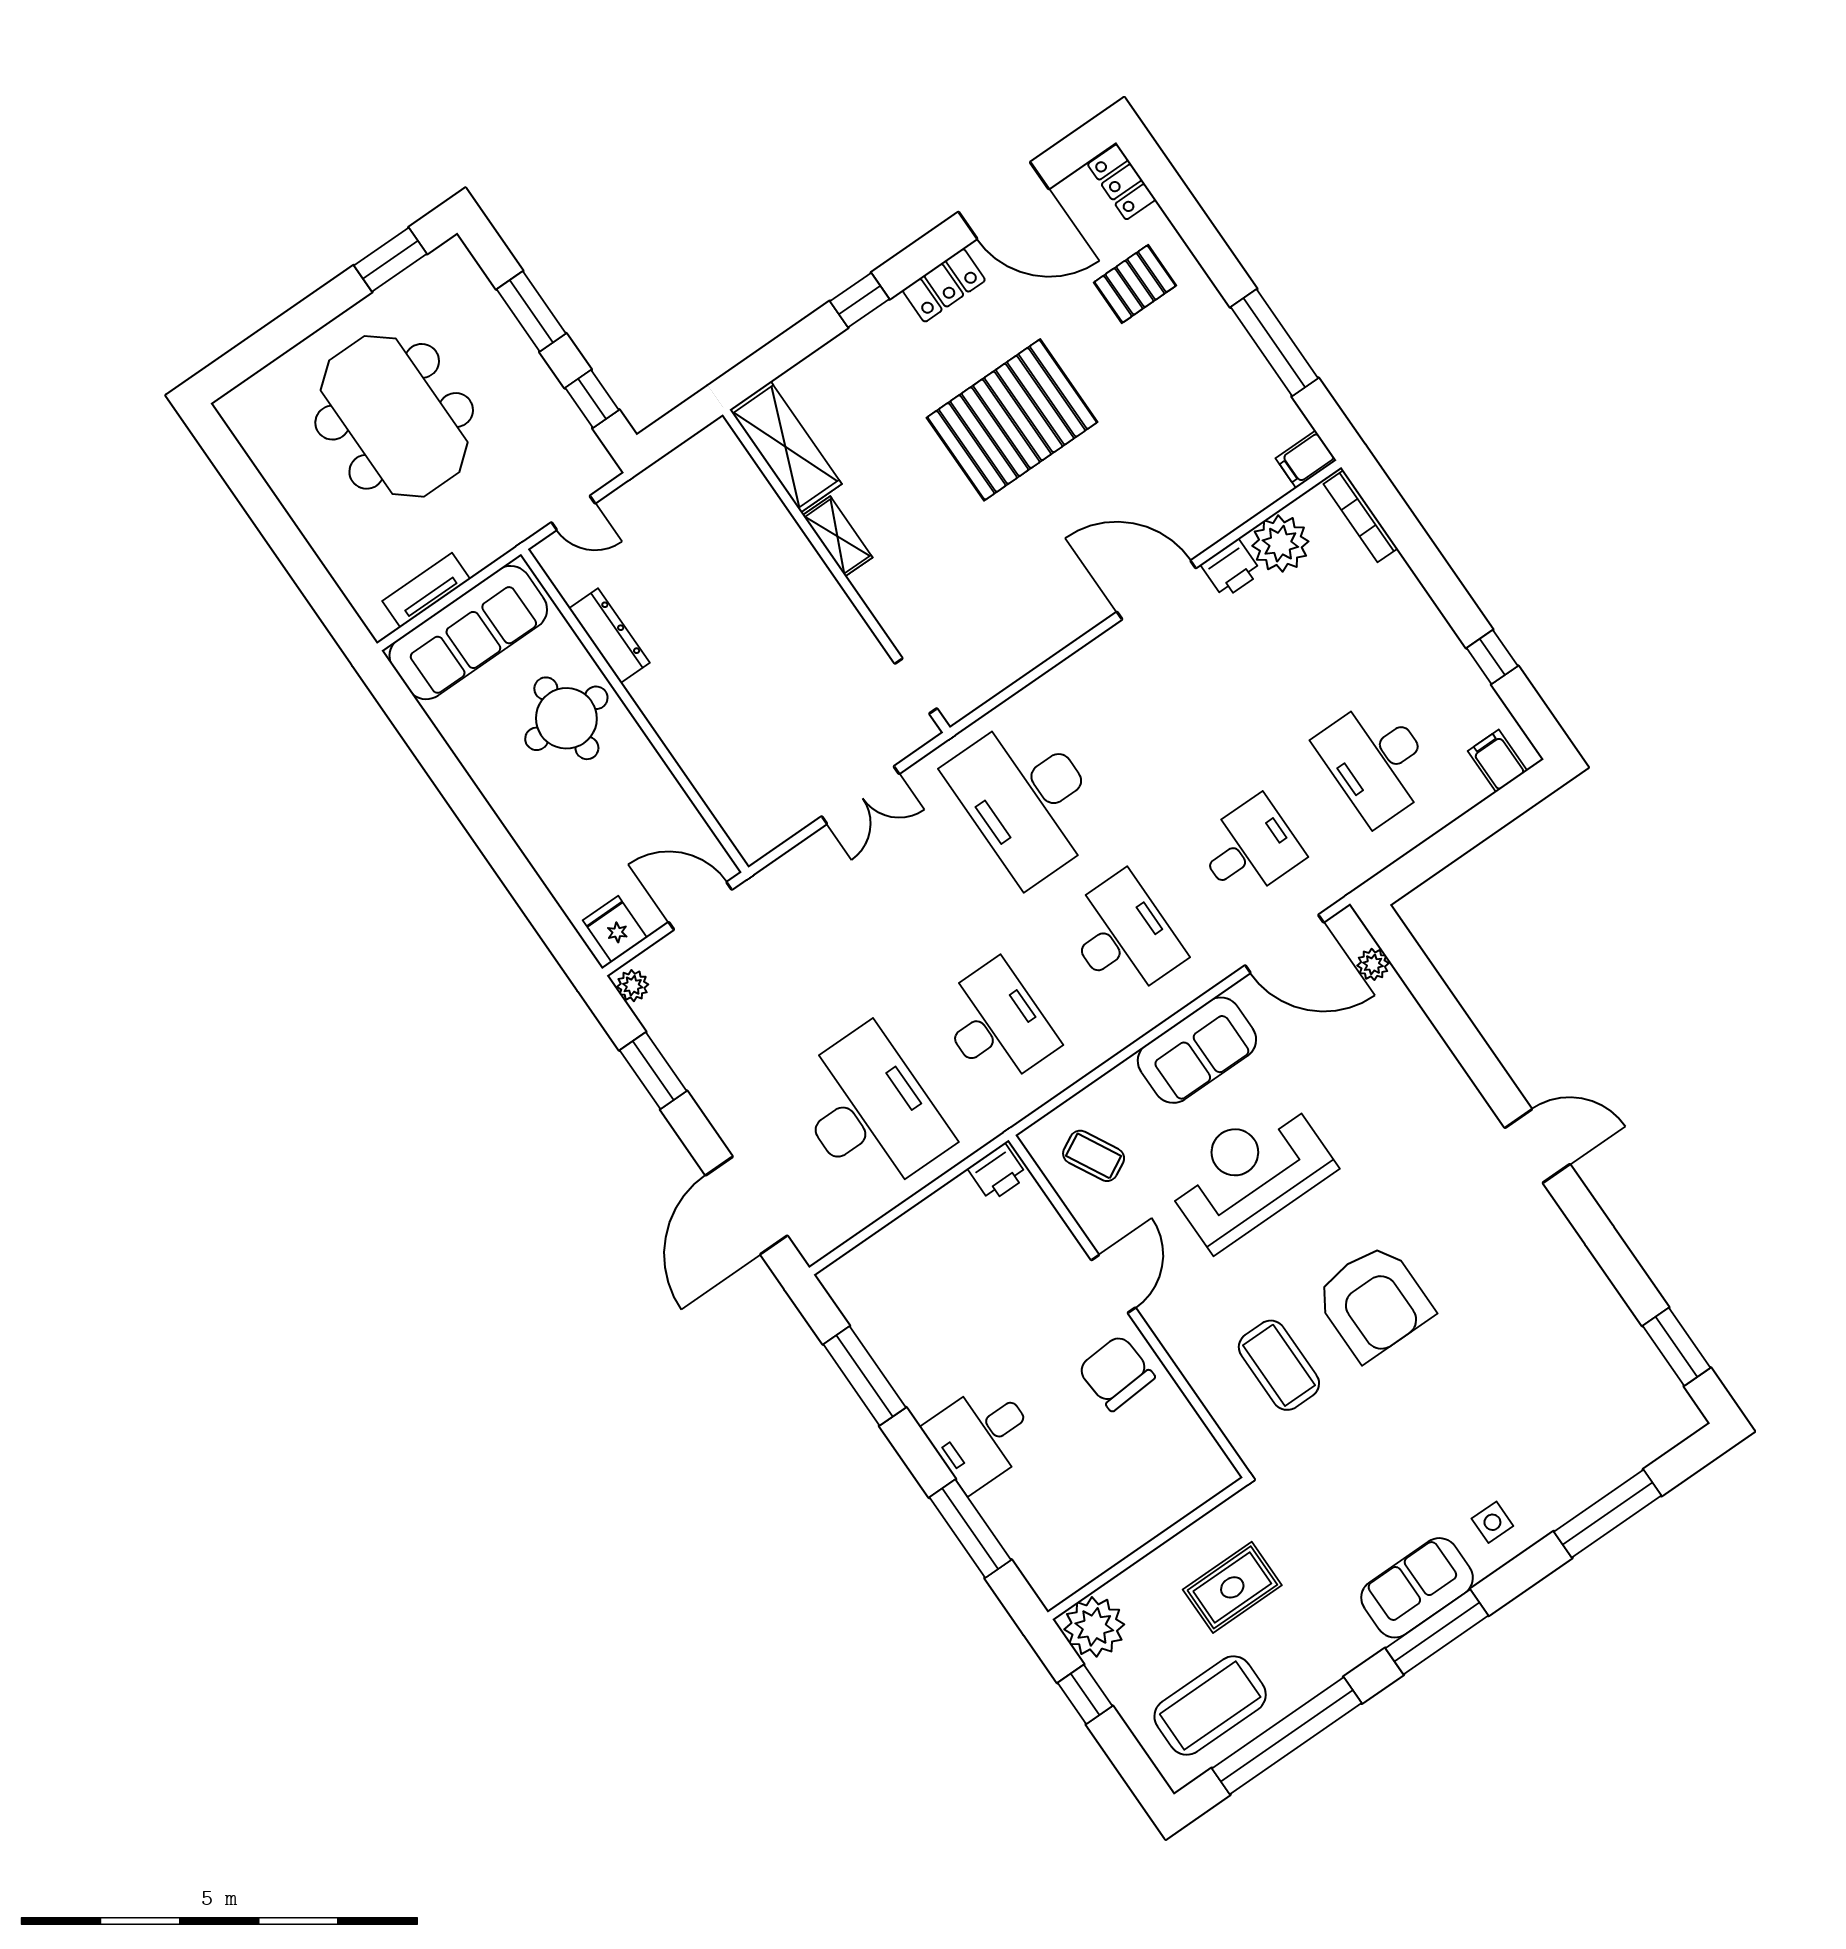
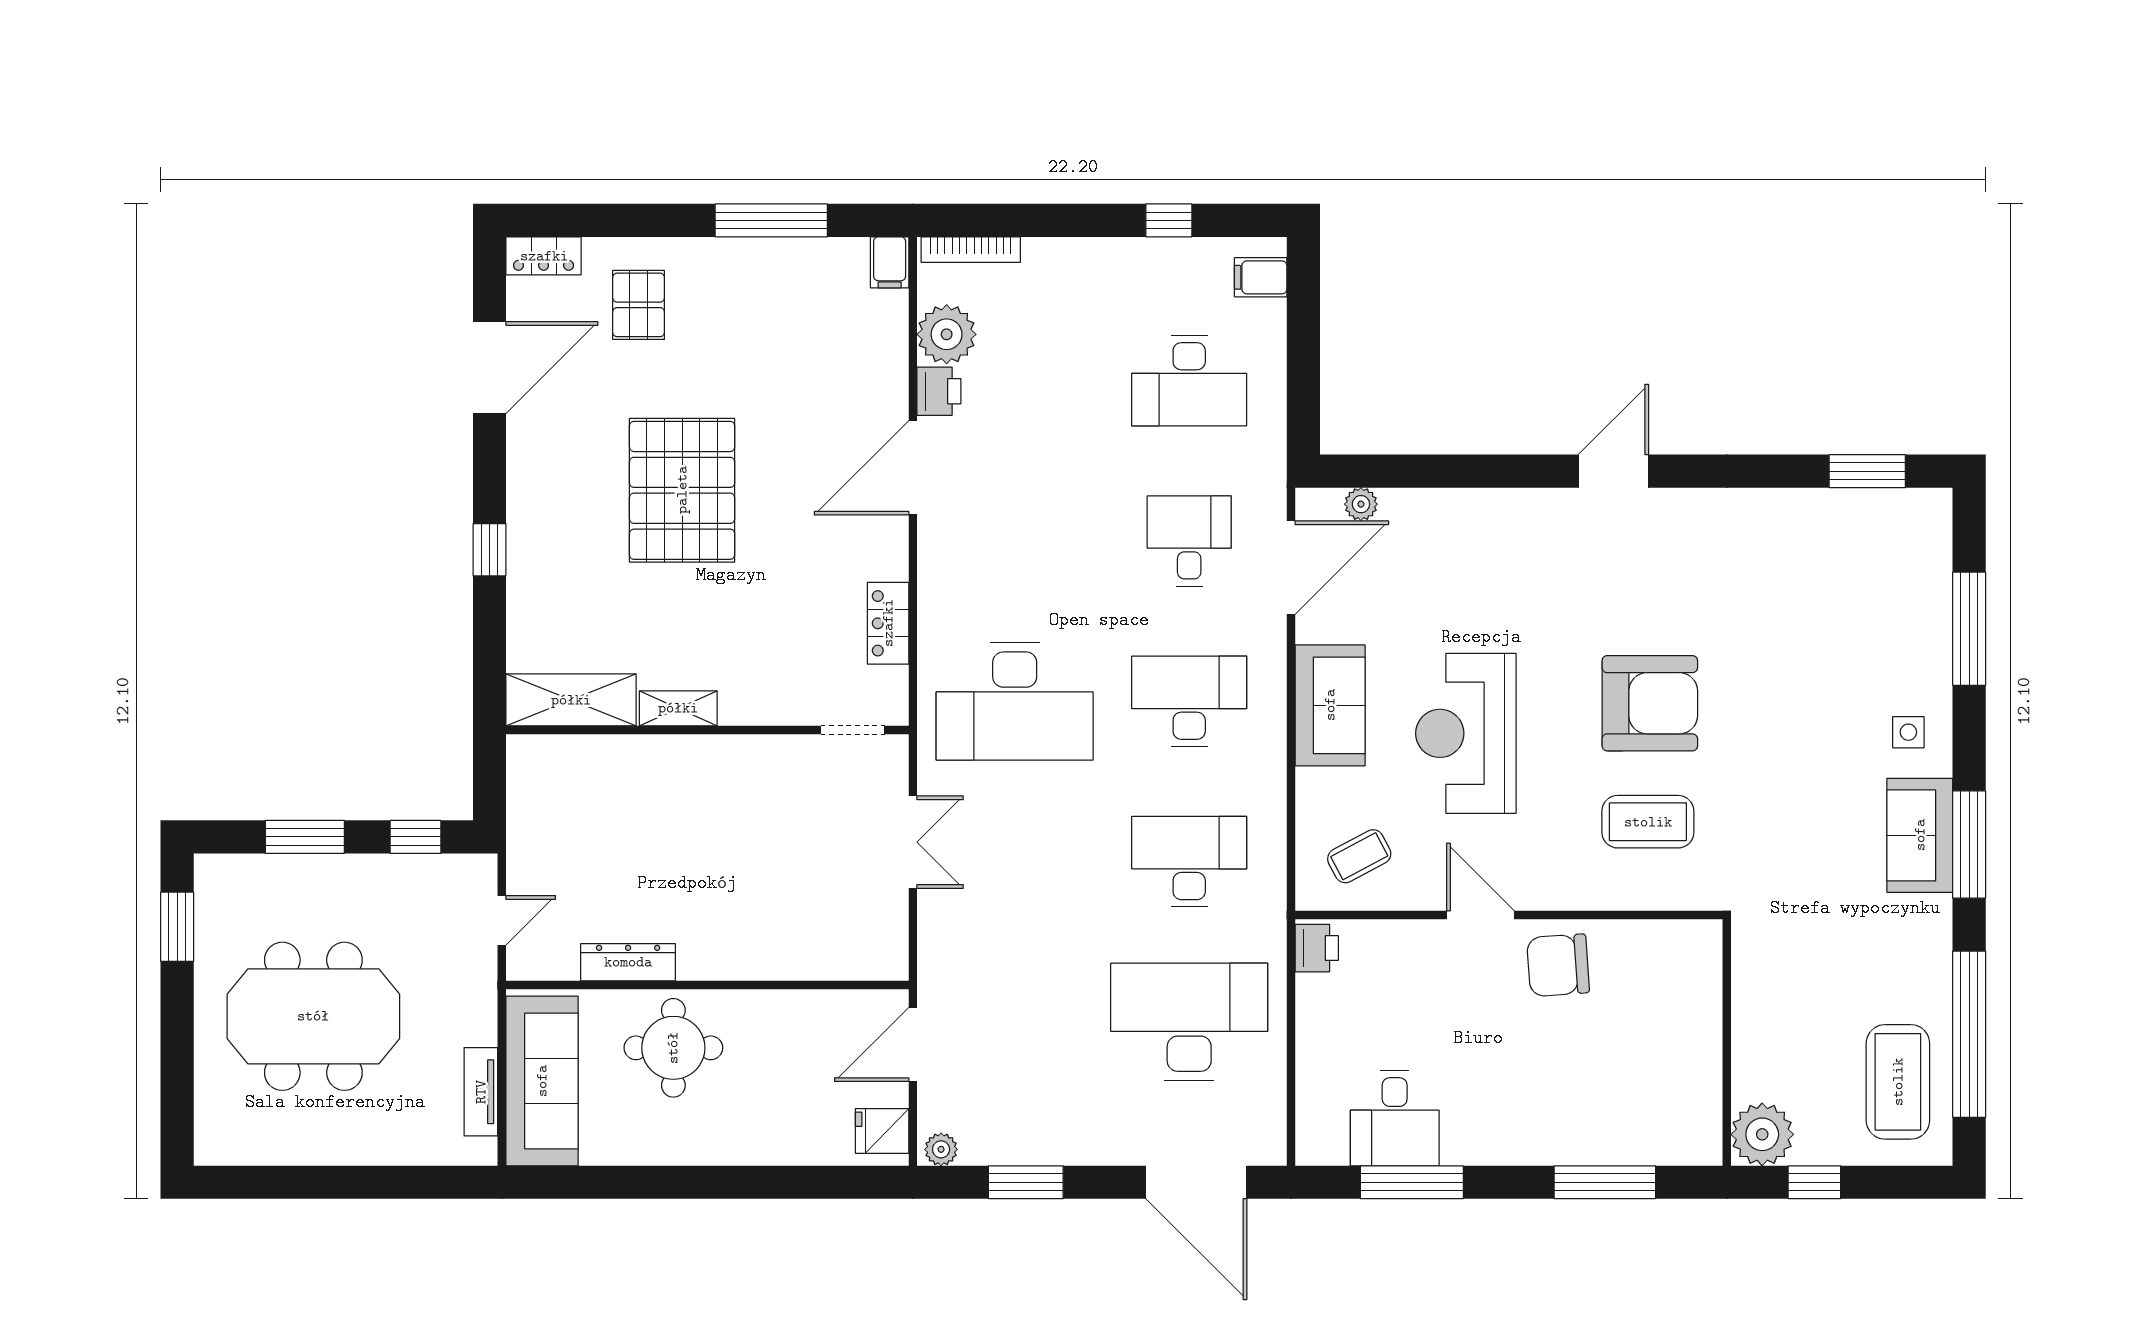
locker: (944, 285) -> (888, 623), moved, turned 180
desk: (981, 1436) -> (1395, 1118), moved
rug: (1232, 1587) -> (1810, 993), removed

